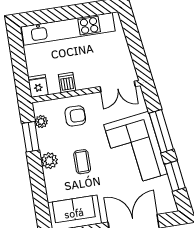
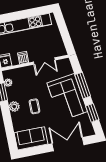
double door: (118, 87) -> (44, 61), moved
armchair: (75, 116) -> (29, 78), removed

